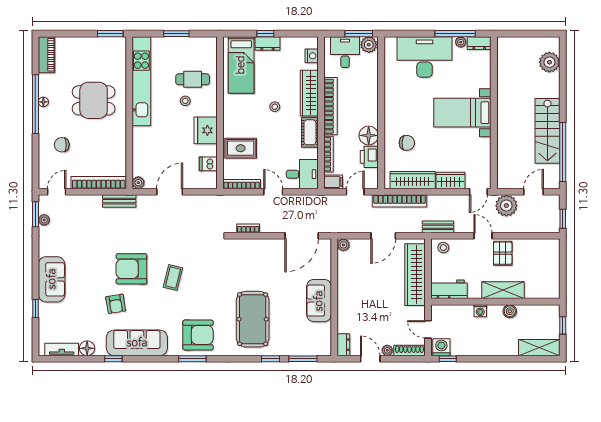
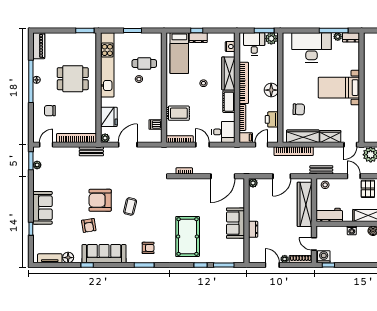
fridge: (206, 130) -> (109, 117), moved, turned 180
floor lamp: (369, 135) -> (271, 90), moved
armchair: (198, 335) -> (148, 248), width x0.53, depth x0.53
dresser: (343, 345) -> (253, 229), moved

